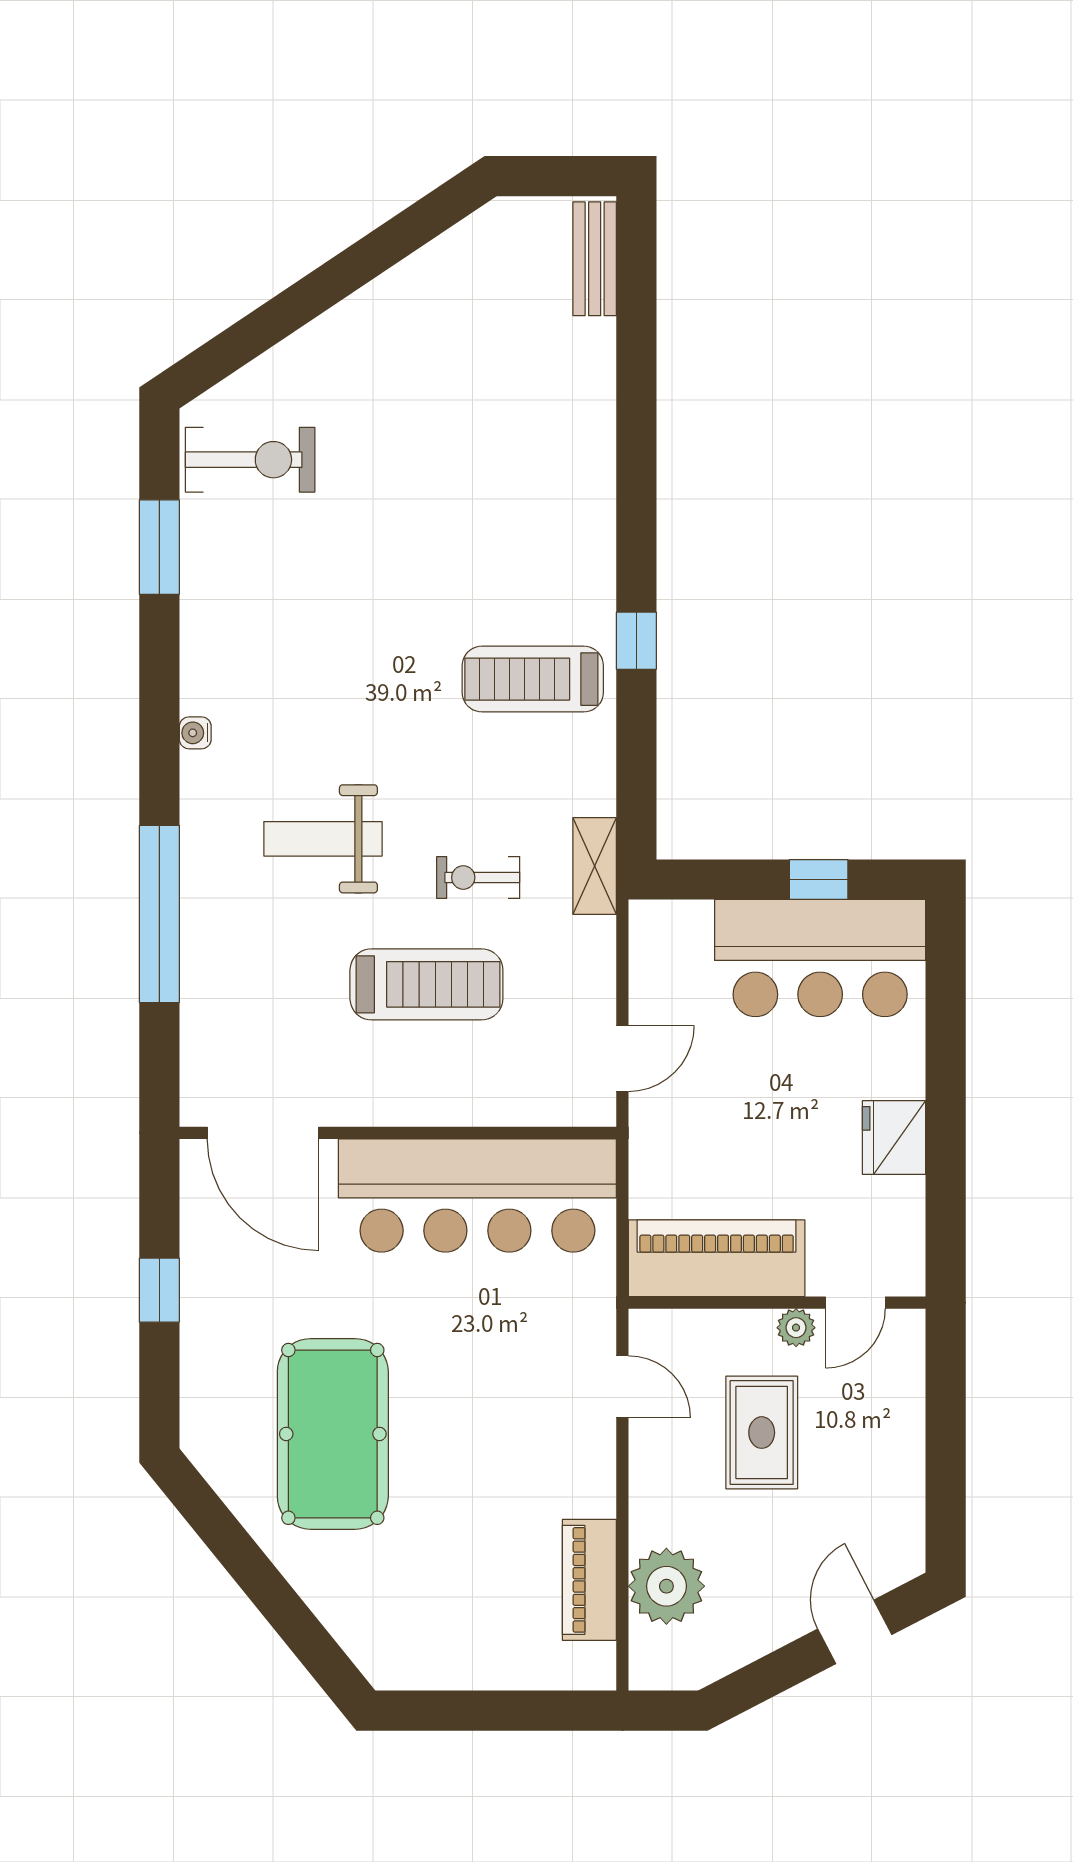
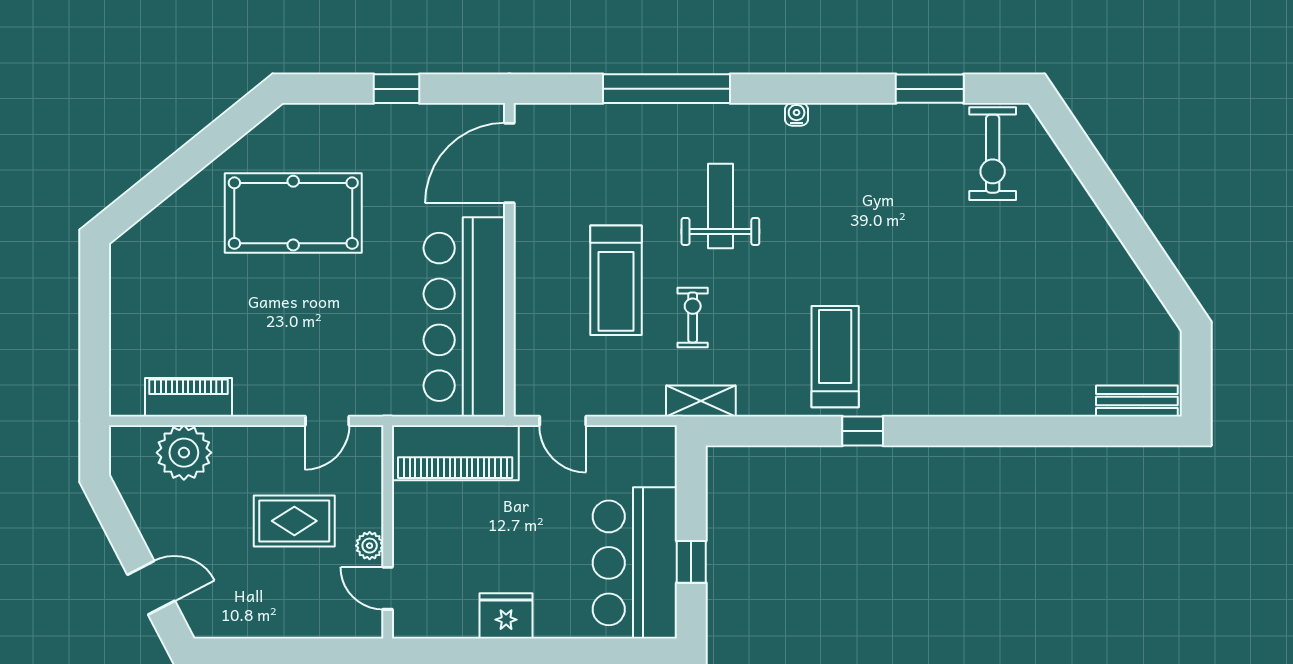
piano: (717, 1258) -> (455, 453), moved, turned 90

